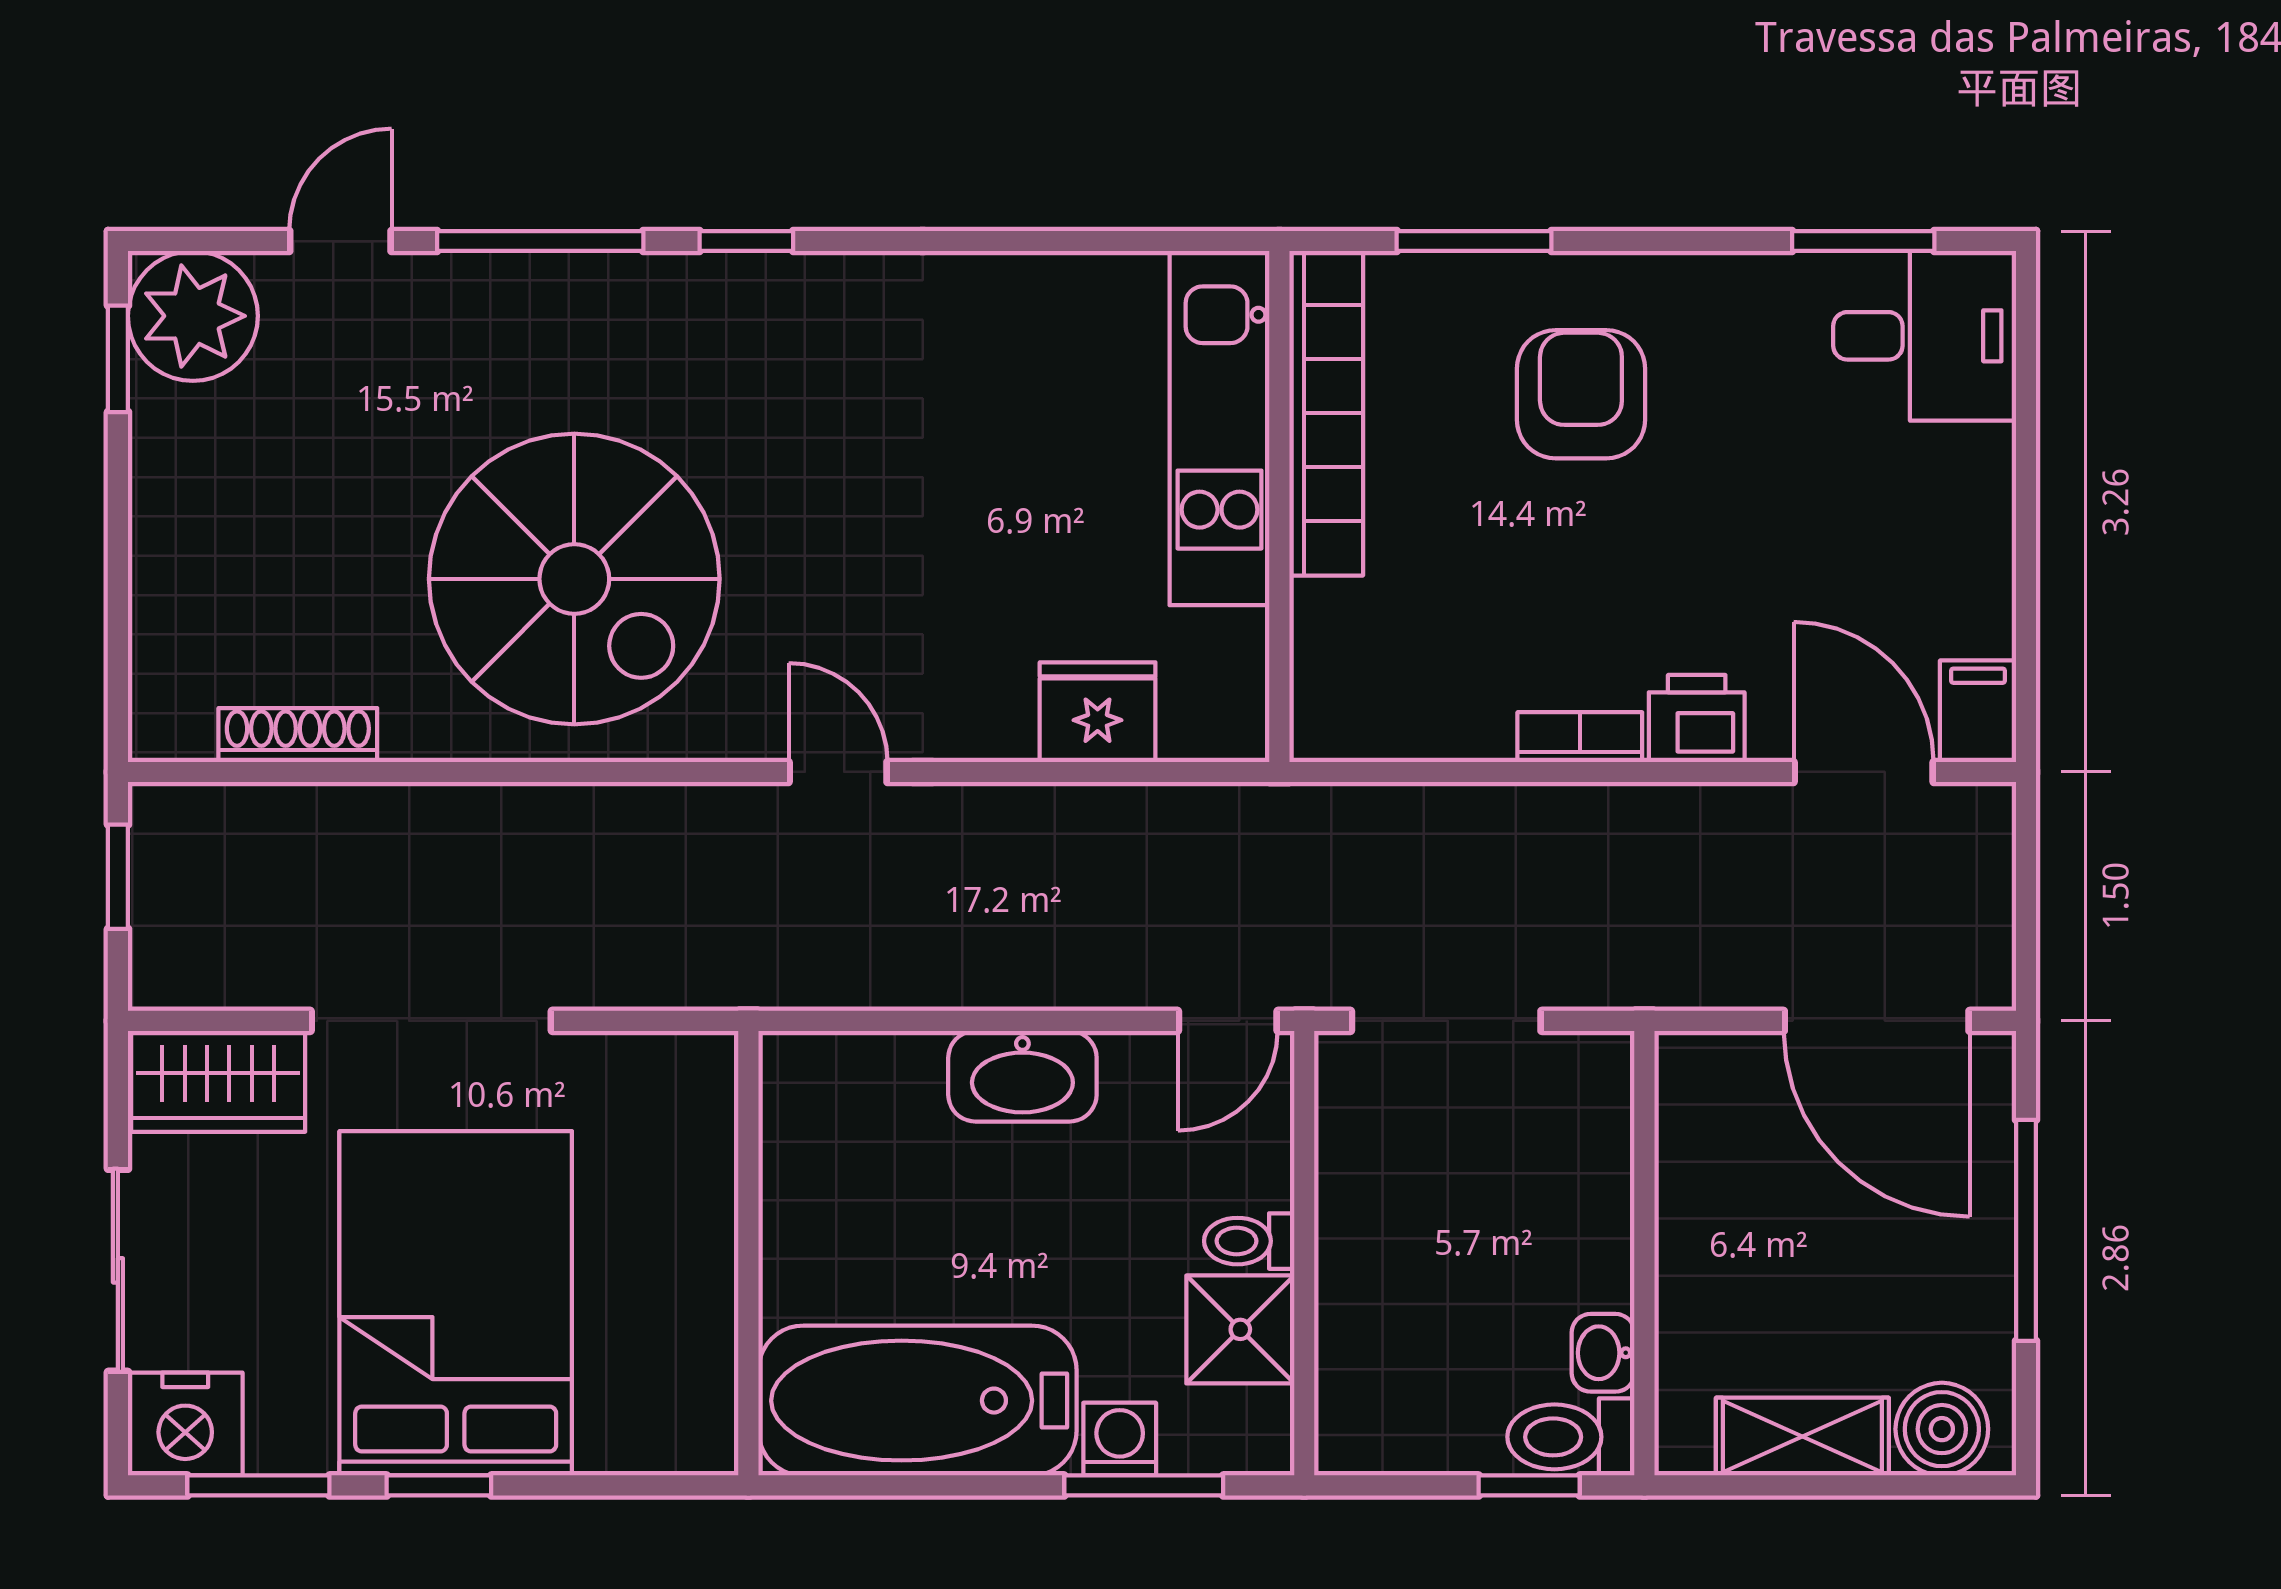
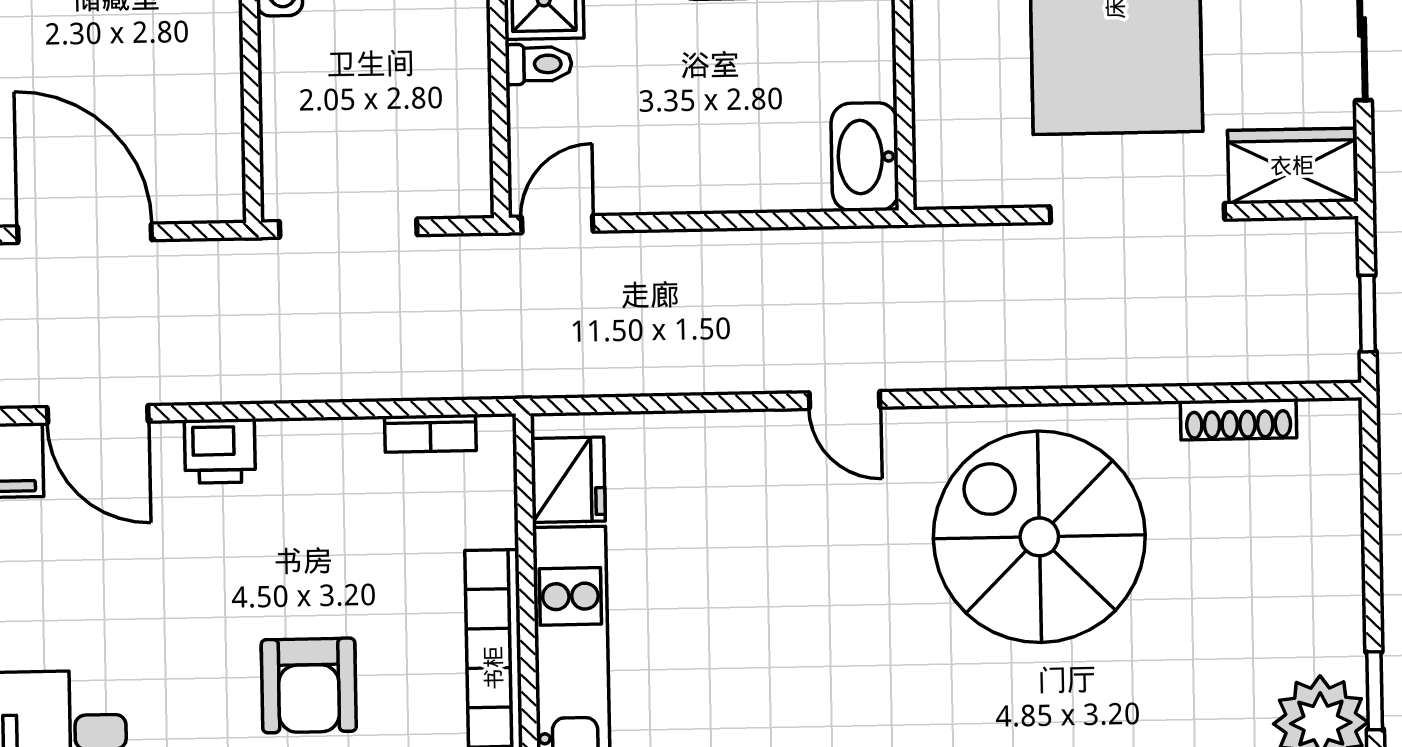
fridge: (1098, 712) -> (568, 480), moved, turned -90
bookcase: (1580, 737) -> (430, 433), moved
doorway: (1446, 1021) -> (348, 228), moved
washbasin: (1022, 1076) -> (865, 157), moved, turned -90

